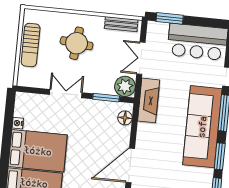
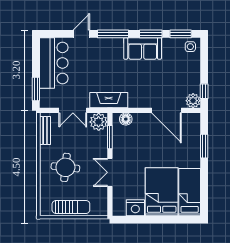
nightstand: (18, 123) -> (135, 208), width x1.89, depth x1.79
sofa: (202, 127) -> (143, 48), width x0.54, depth x0.79

